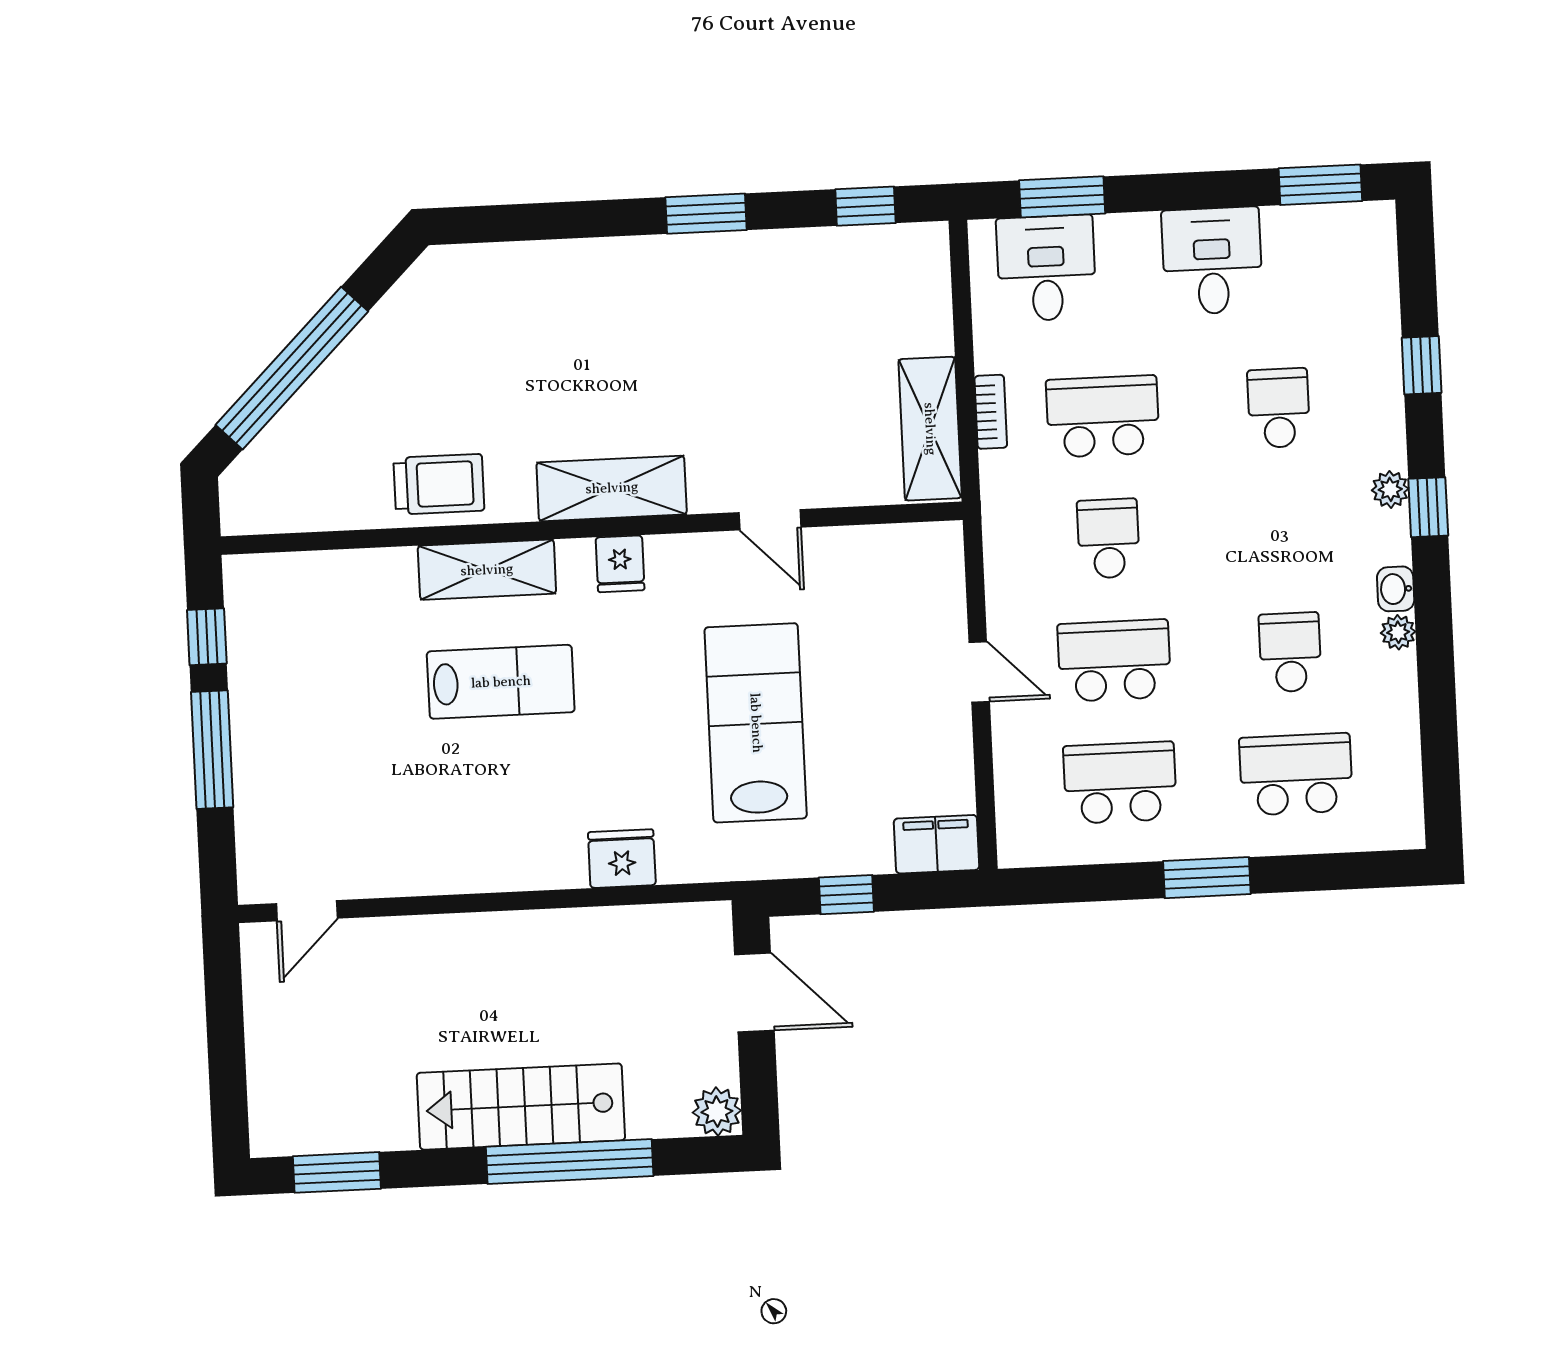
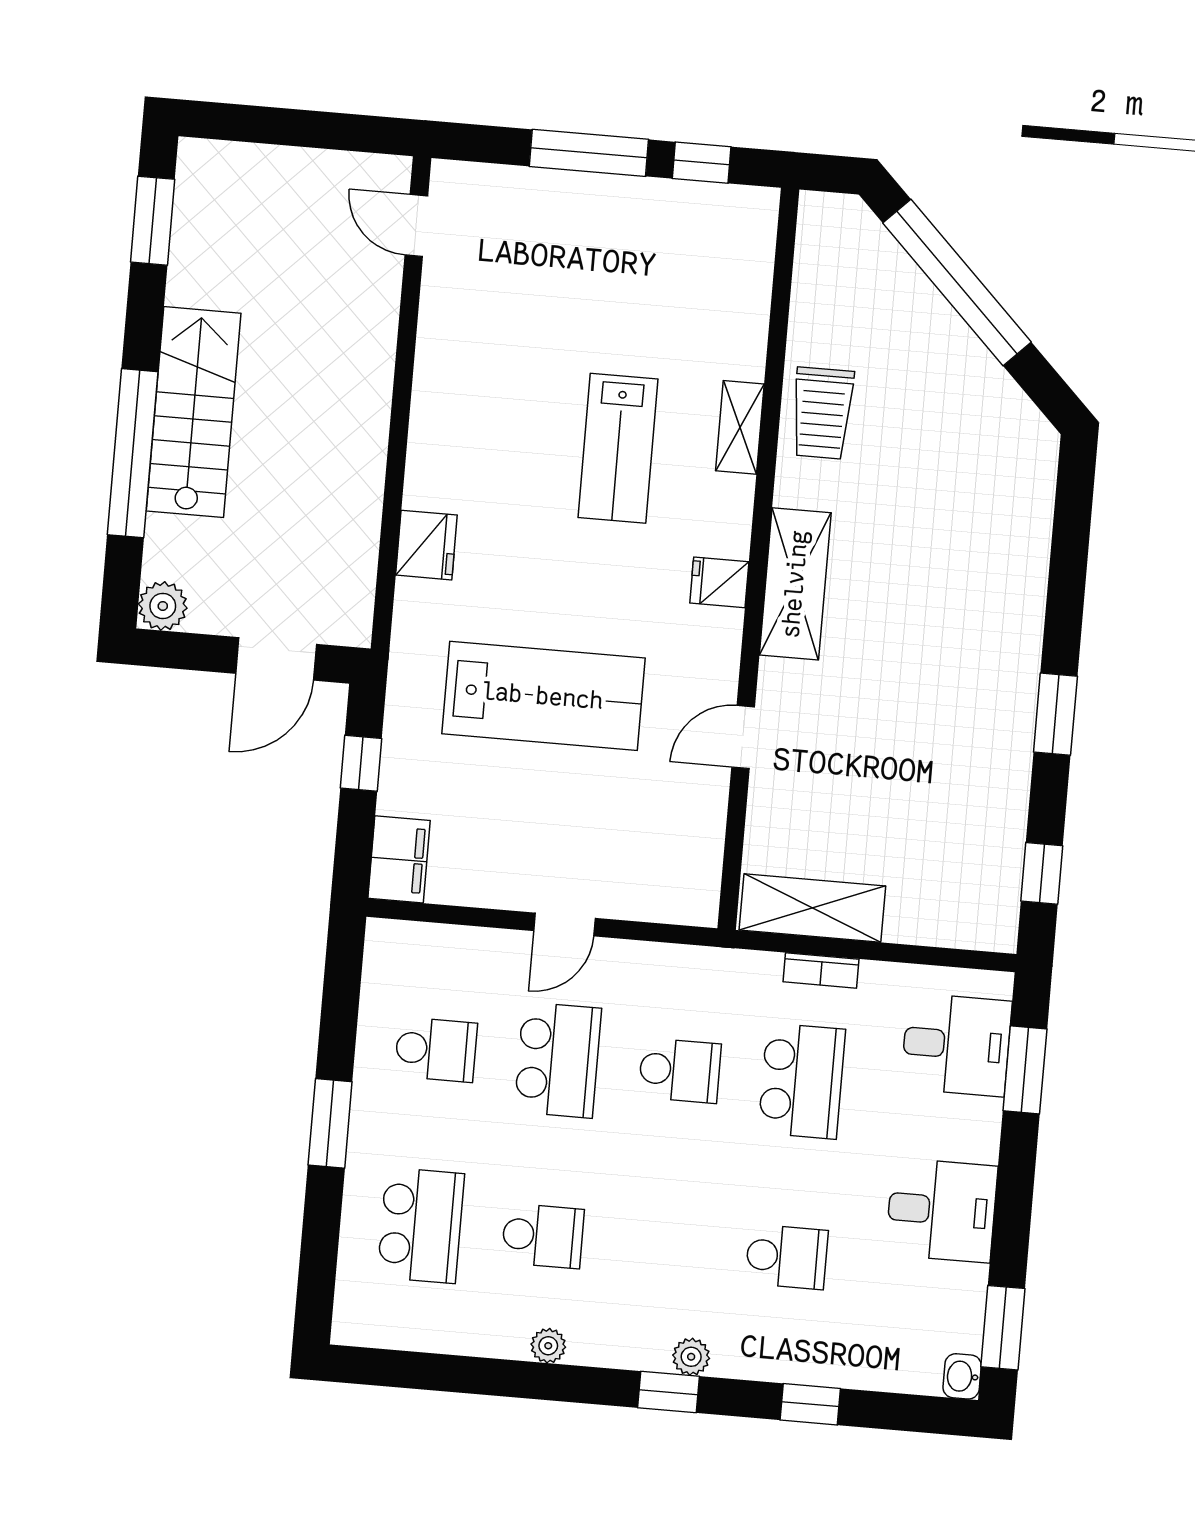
shelving: (487, 570) -> (740, 427), width x0.67, depth x0.75
washbasin: (1396, 589) -> (962, 1376), moved, turned -90
school desk: (1120, 783) -> (436, 1050), width x0.54

